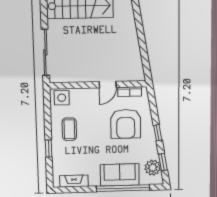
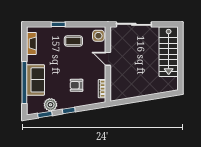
door: (108, 85) -> (108, 59), moved
armchair: (126, 124) -> (77, 85), width x0.53, depth x0.53
plant: (153, 168) -> (50, 105), moved

